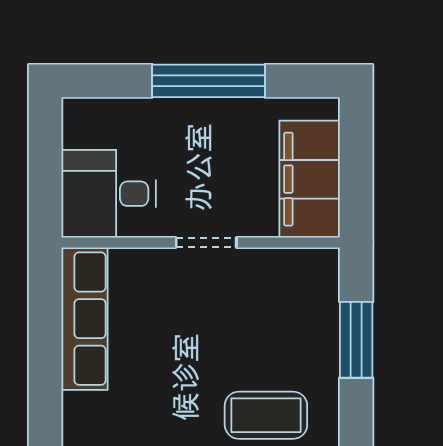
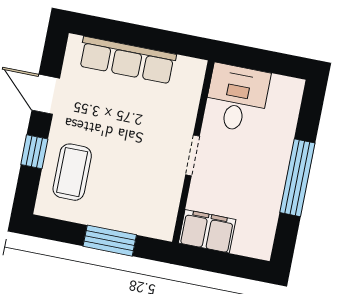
filing cabinet: (310, 179) -> (207, 231), width x0.67, depth x0.86
row of seats: (84, 319) -> (127, 60), moved

